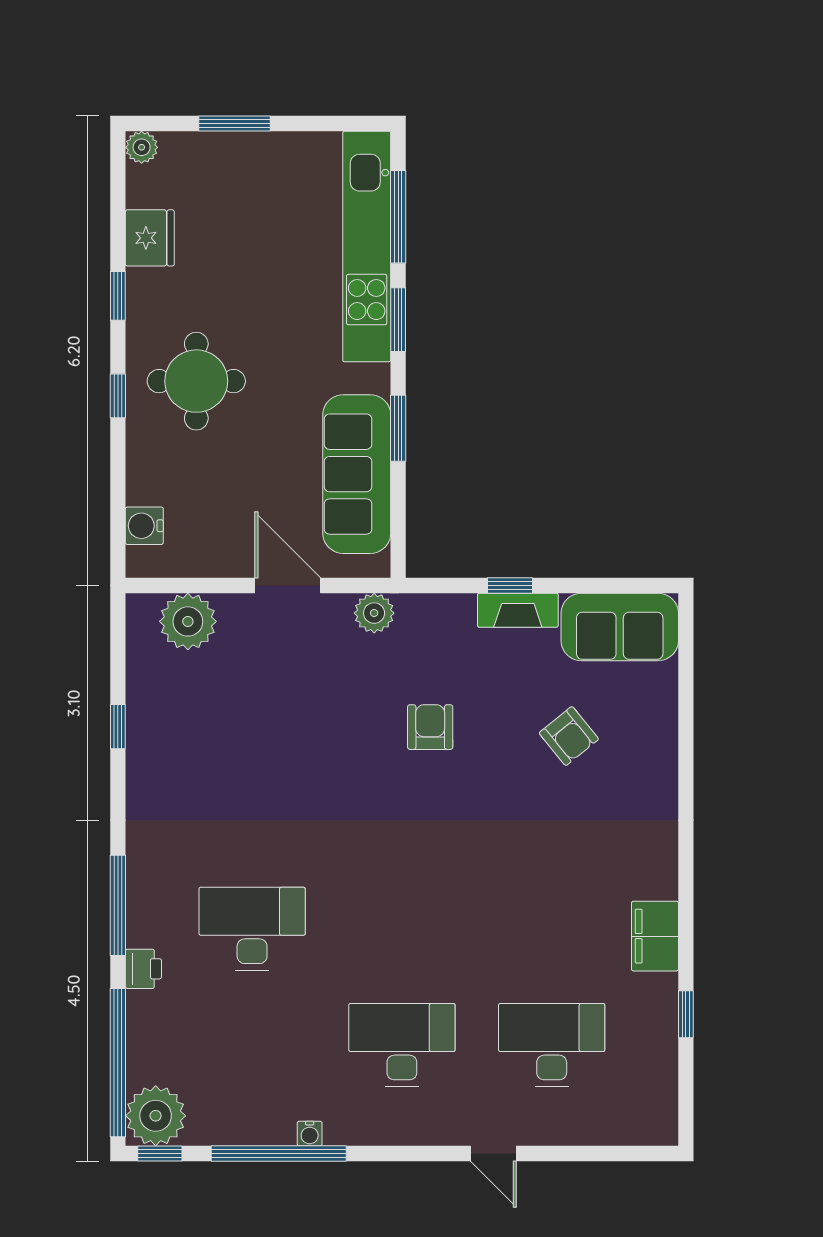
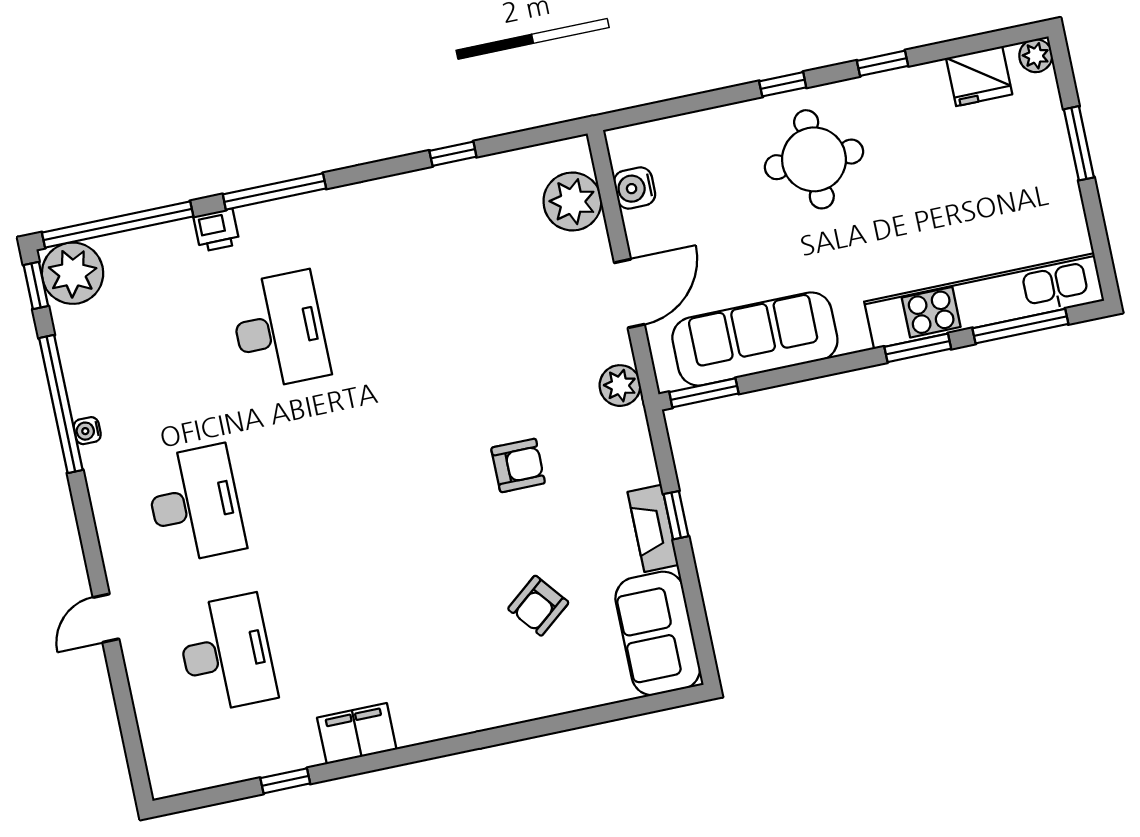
fridge: (150, 238) -> (979, 76), moved
window: (398, 428) -> (704, 393), moved
water cooler: (144, 526) -> (635, 188), moved, turned -90

